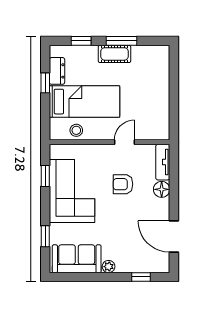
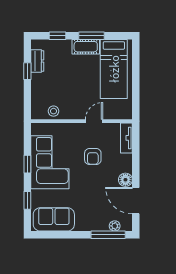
bed: (85, 102) -> (114, 69), moved, turned 90
window: (45, 176) -> (27, 164), moved
armchair: (123, 184) -> (93, 157), turned -90
floor lamp: (162, 189) -> (125, 180), moved
plant: (109, 267) -> (115, 226), moved
window: (141, 277) -> (108, 235), width x2.17

